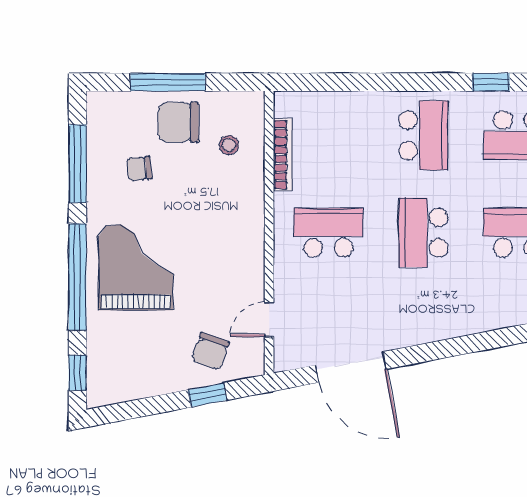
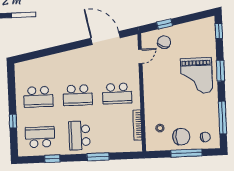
window: (381, 82) -> (98, 157), added
chair: (139, 169) -> (205, 137), moved
school desk: (423, 233) -> (78, 95), turned 90
window: (77, 277) -> (220, 71), width x0.47

